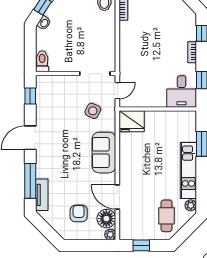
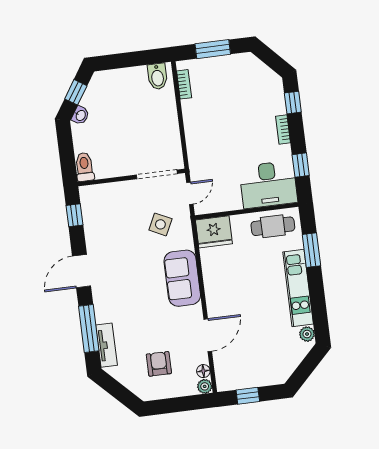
desk: (182, 91) -> (268, 185), width x1.37
door: (117, 197) -> (208, 335), swing flipped
cafe table: (166, 216) -> (273, 226), moved, turned 90
floor lamp: (106, 219) -> (203, 371), width x0.53, depth x0.53

